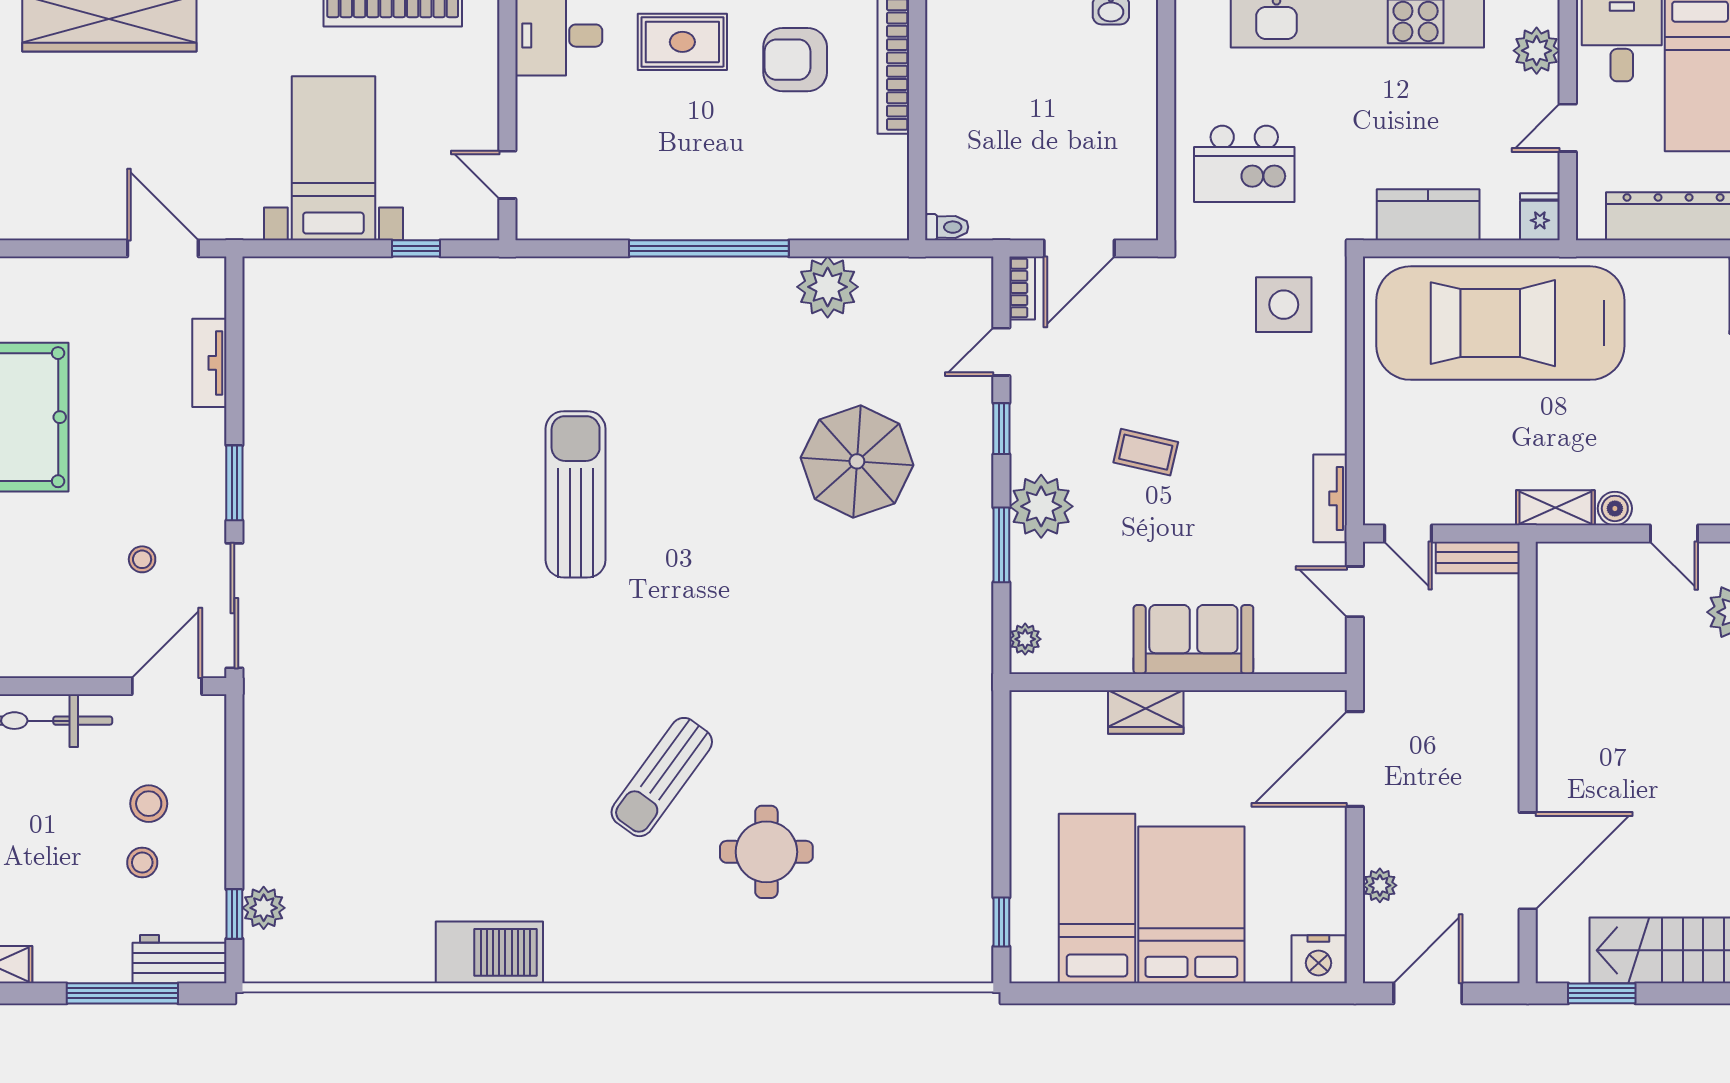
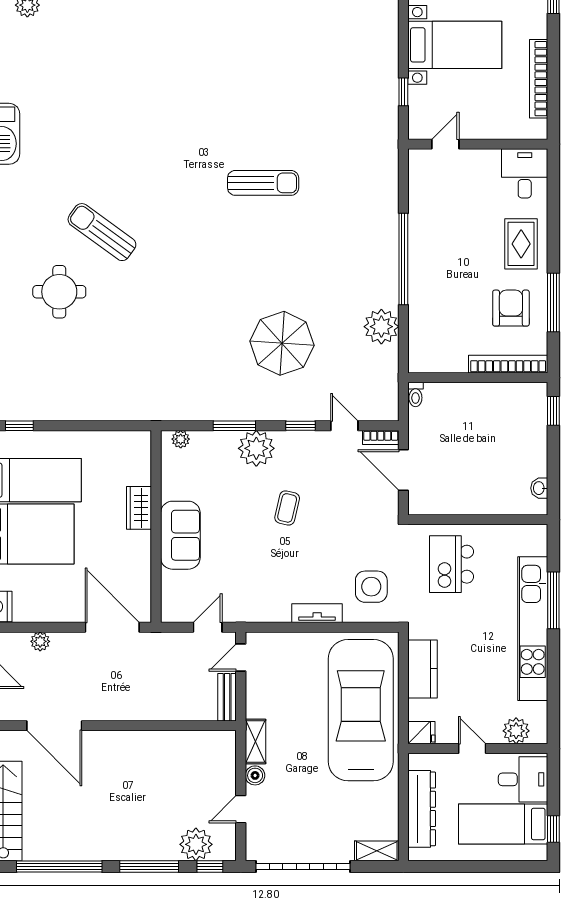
sun lounger: (576, 494) -> (263, 183), width x0.73, depth x0.75
tv unit: (1330, 498) -> (317, 613), moved

